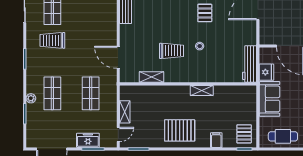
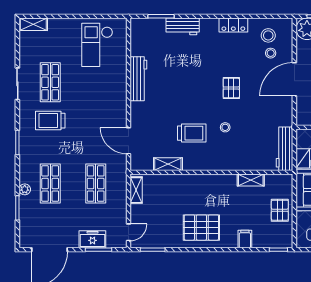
shelving: (202, 90) -> (251, 180), moved
shelving: (125, 112) -> (136, 190), moved
pallet: (244, 134) -> (280, 210), moved

